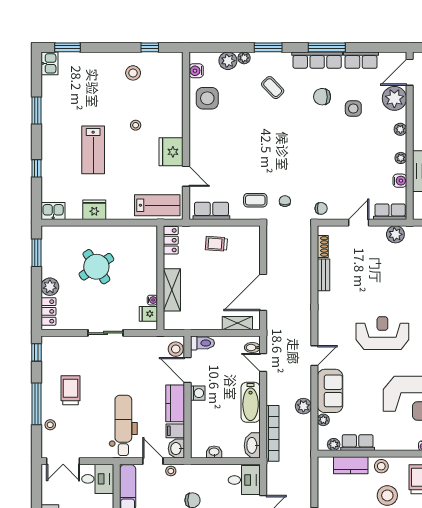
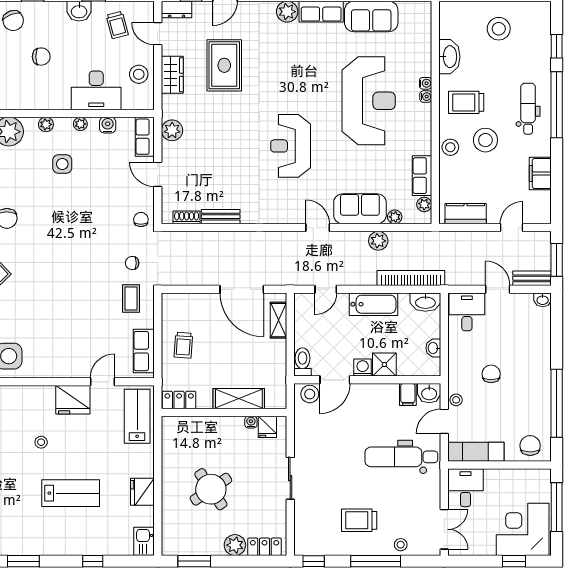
side table: (353, 109) -> (62, 164), moved
bidet: (252, 347) -> (308, 302), removed
kitchen counter: (175, 403) -> (375, 395), removed
shower: (200, 411) -> (384, 365), added
kitchen counter: (351, 465) -> (466, 214), moved, turned -90

